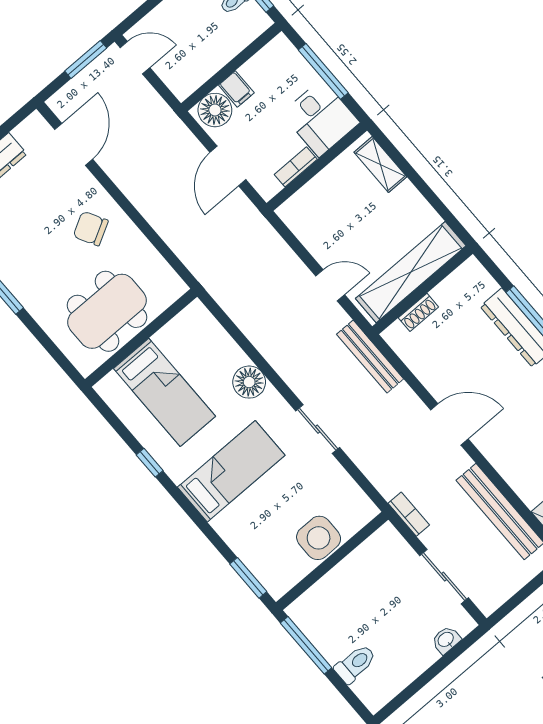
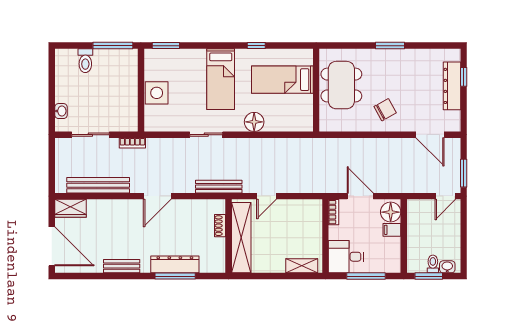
bookcase: (296, 167) -> (333, 212), moved

